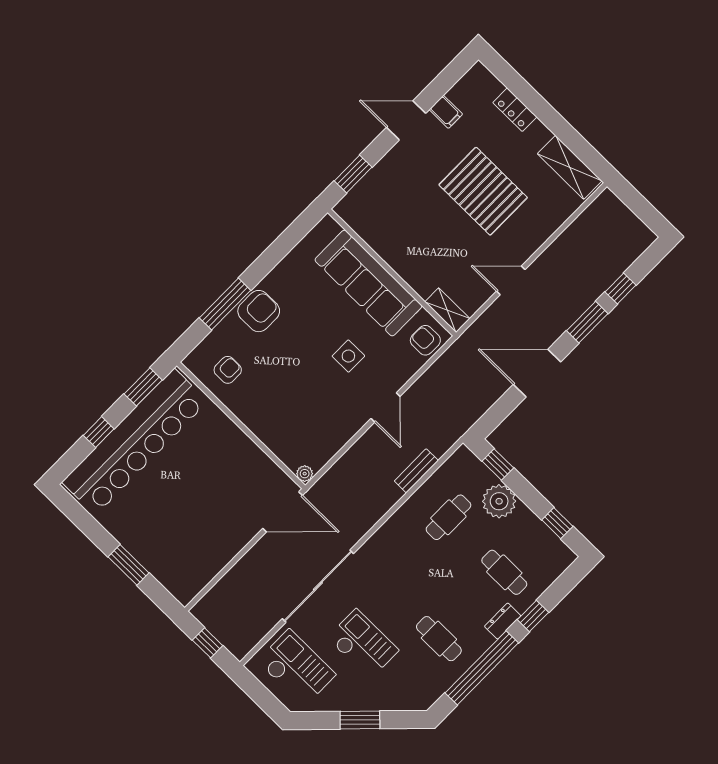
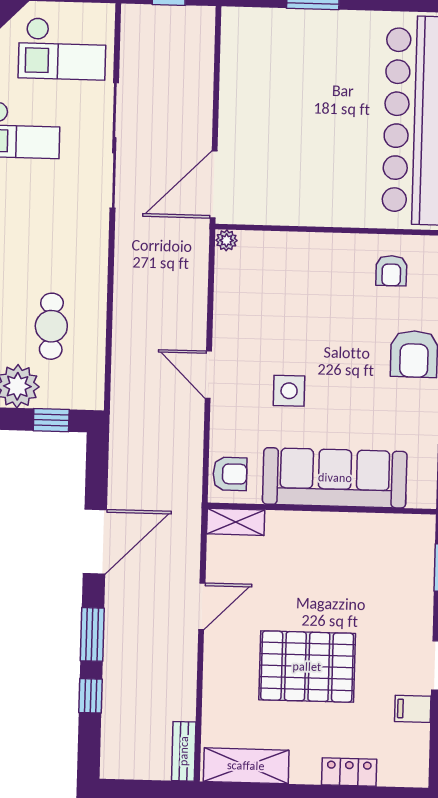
bench: (416, 471) -> (184, 751), moved

